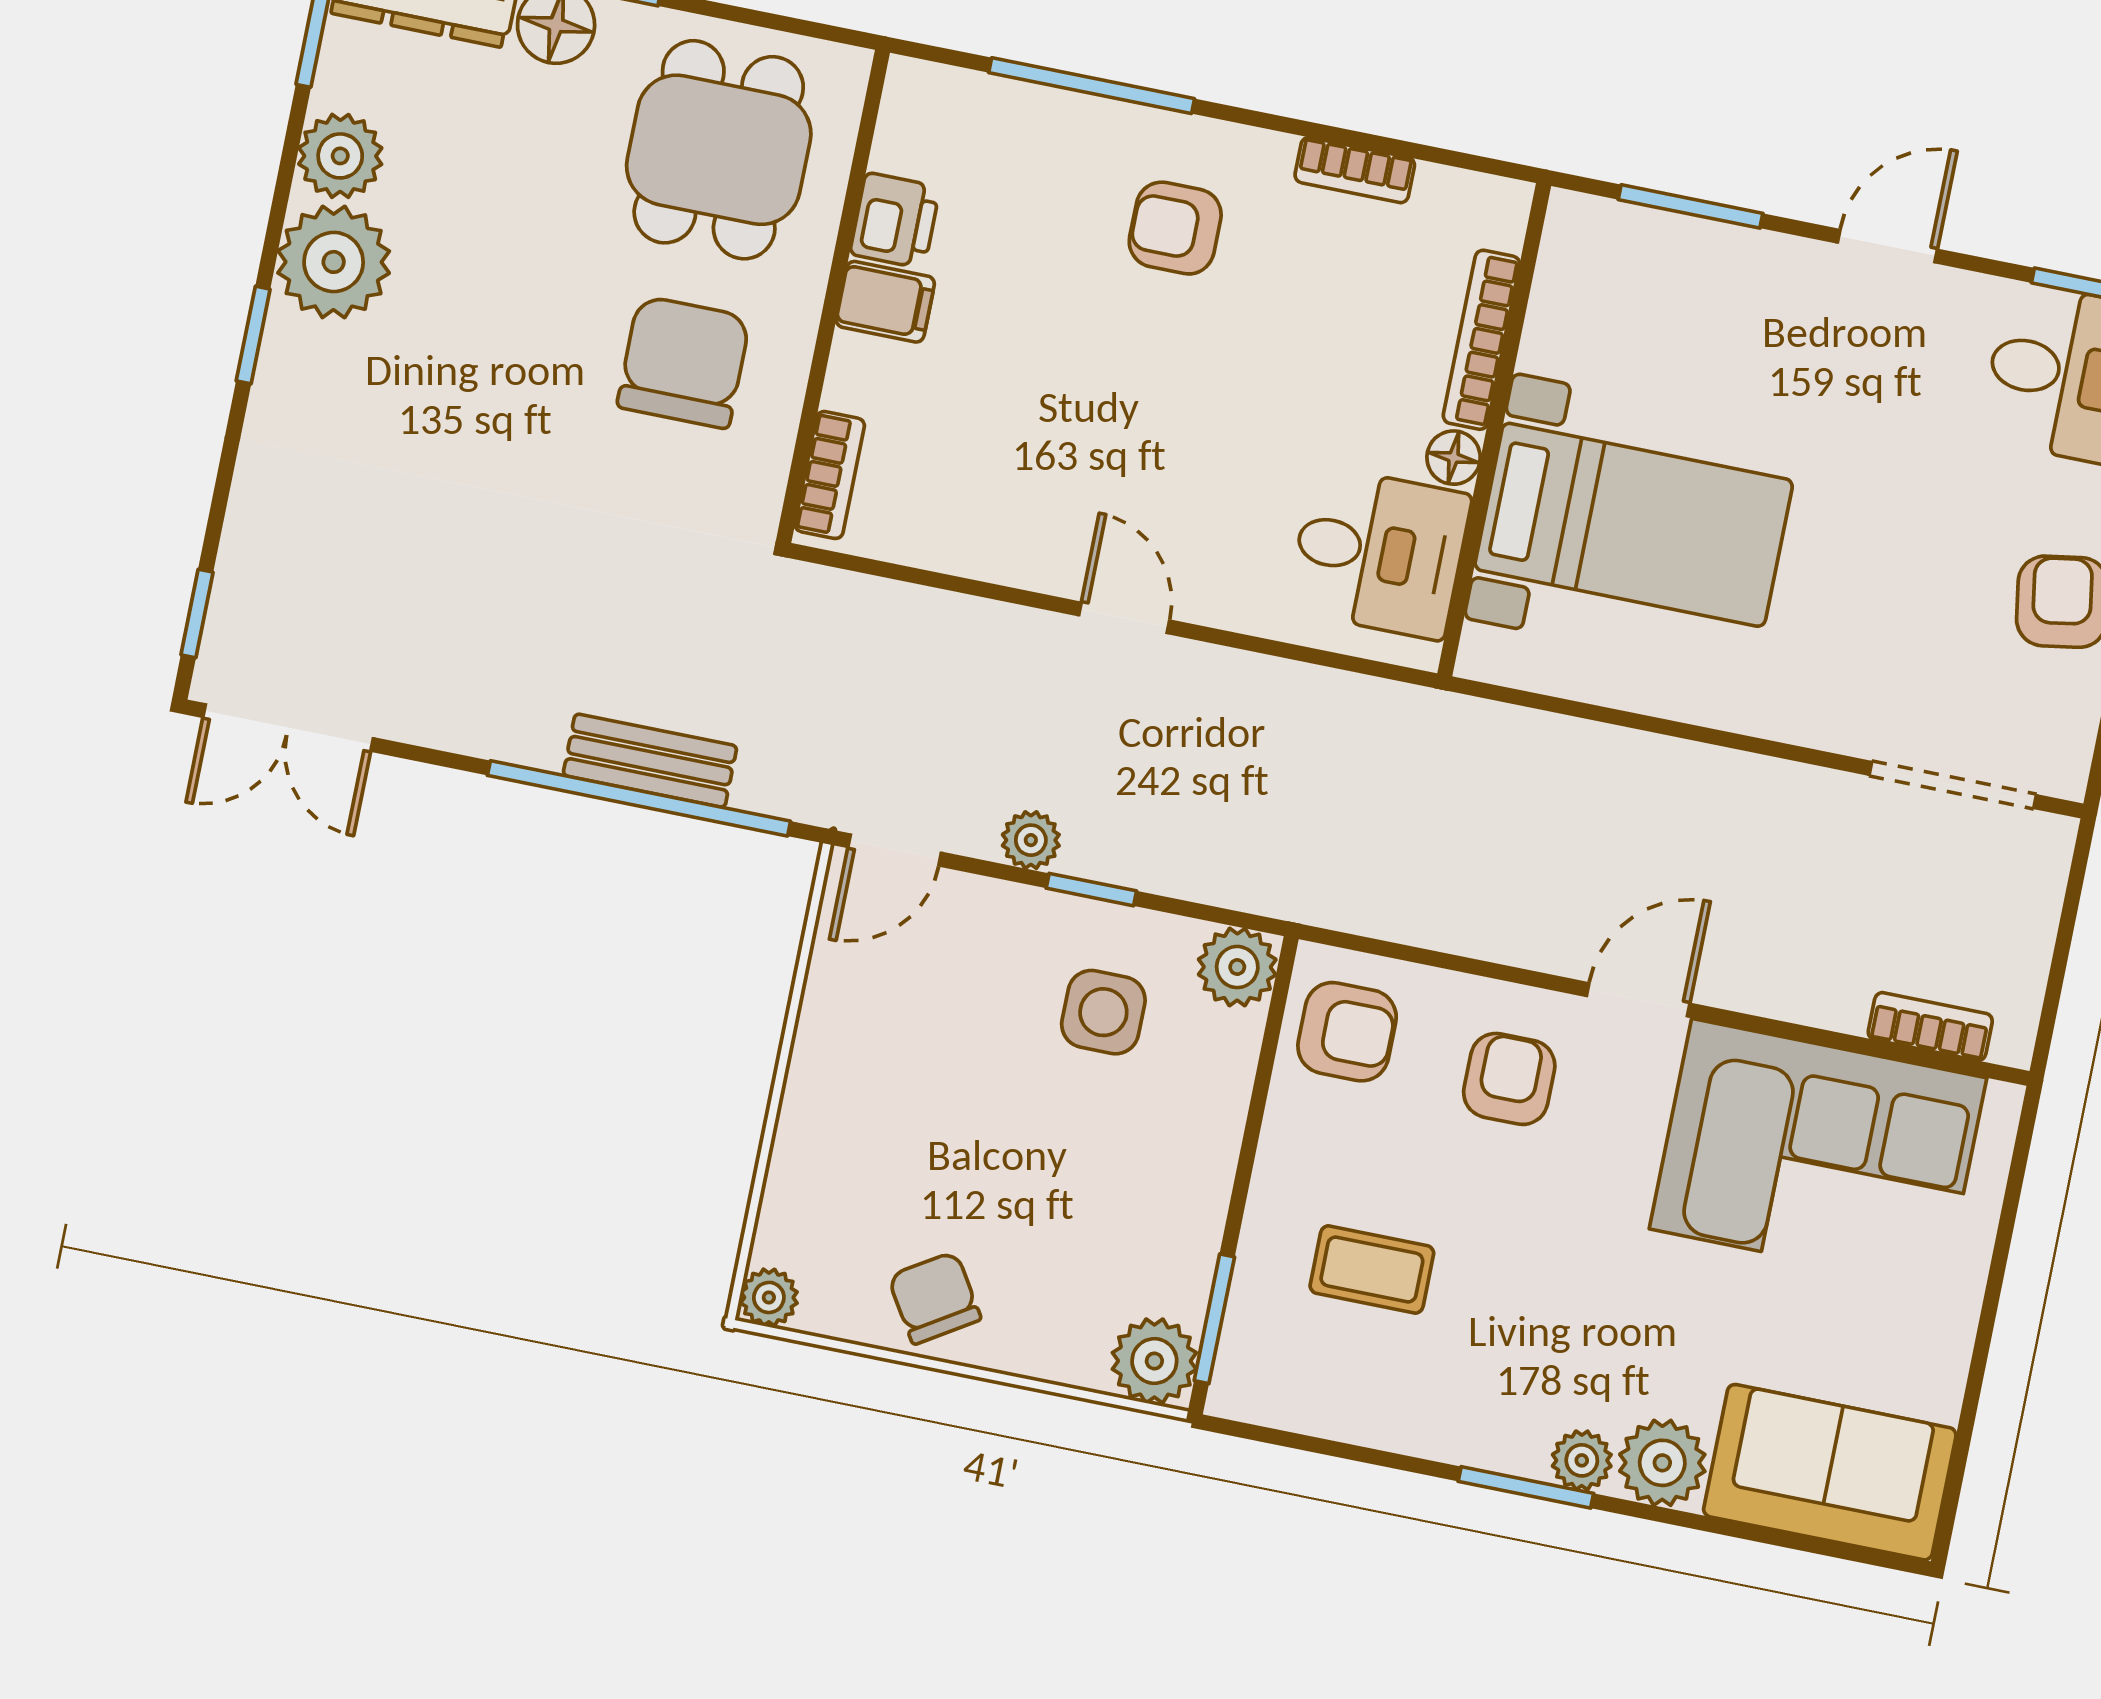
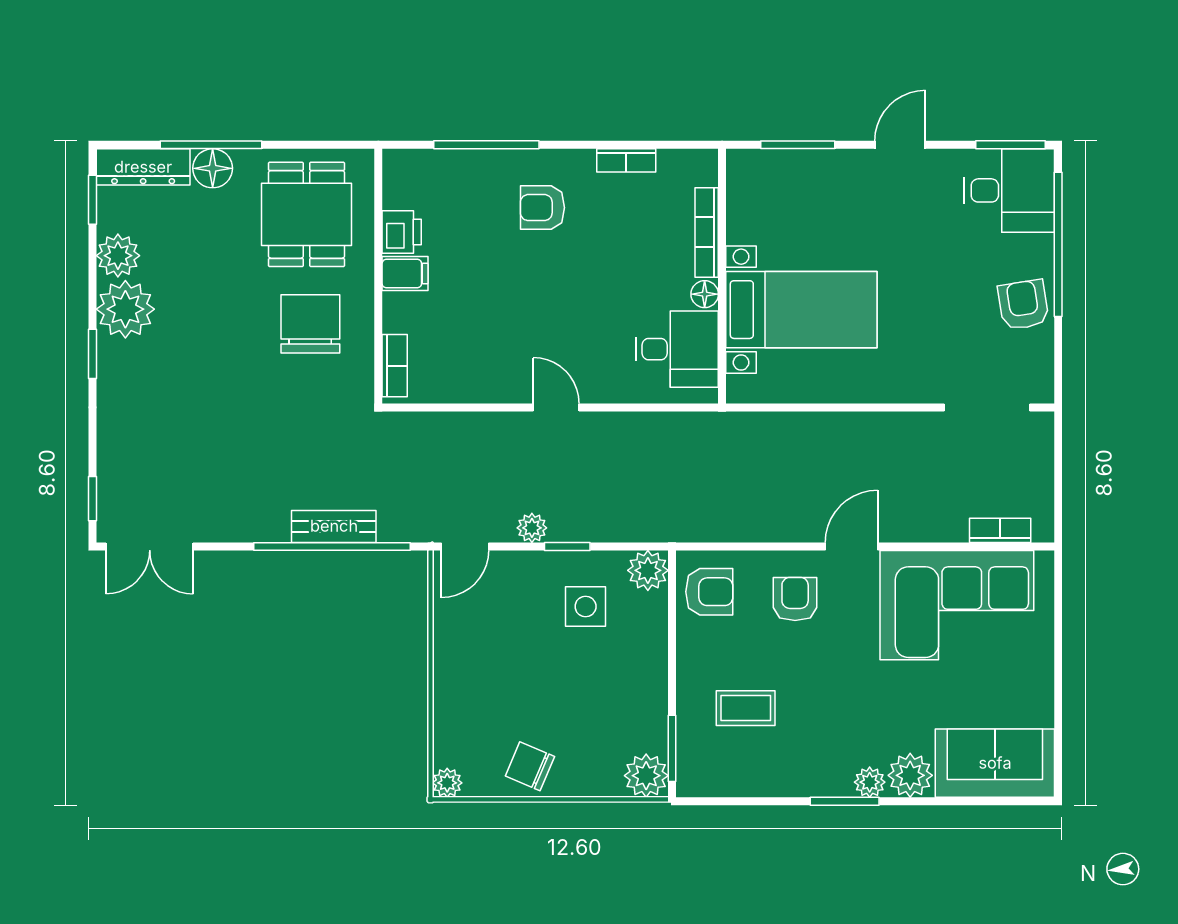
chair: (934, 1298) -> (530, 766), turned -35

